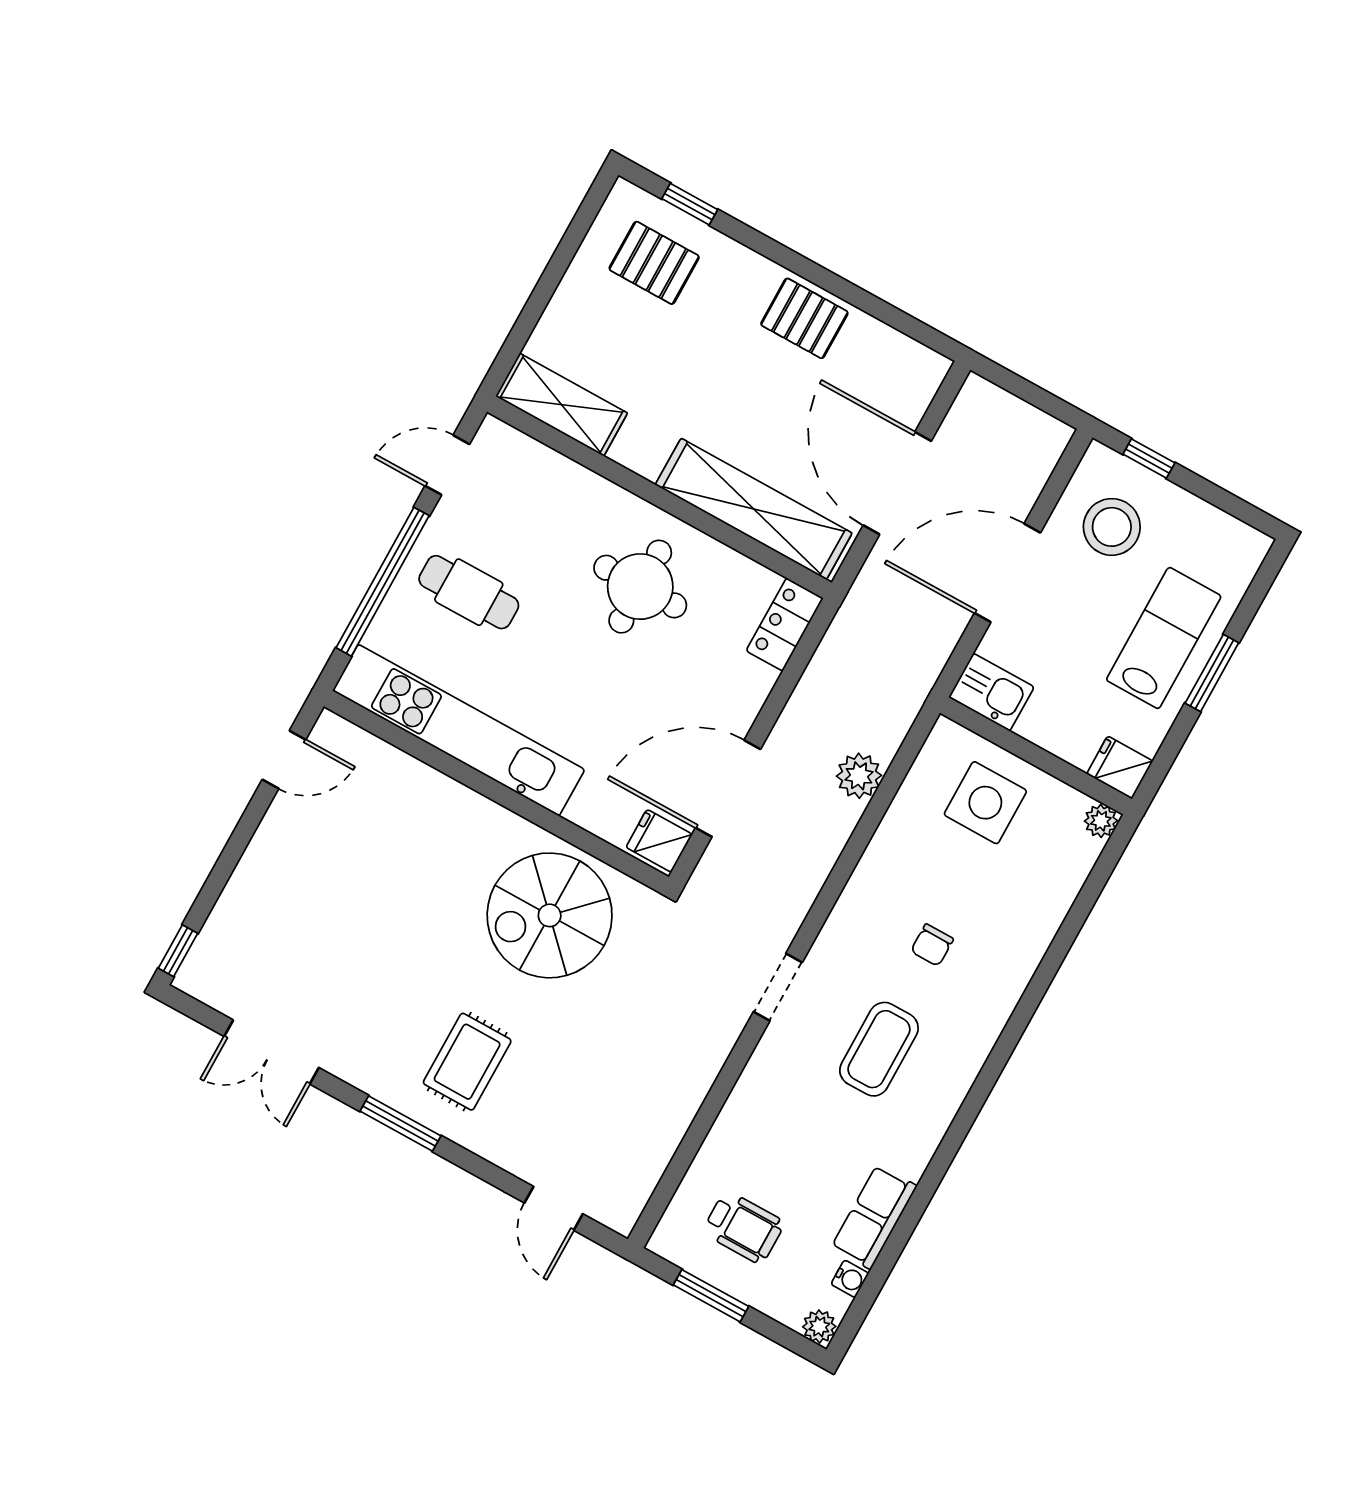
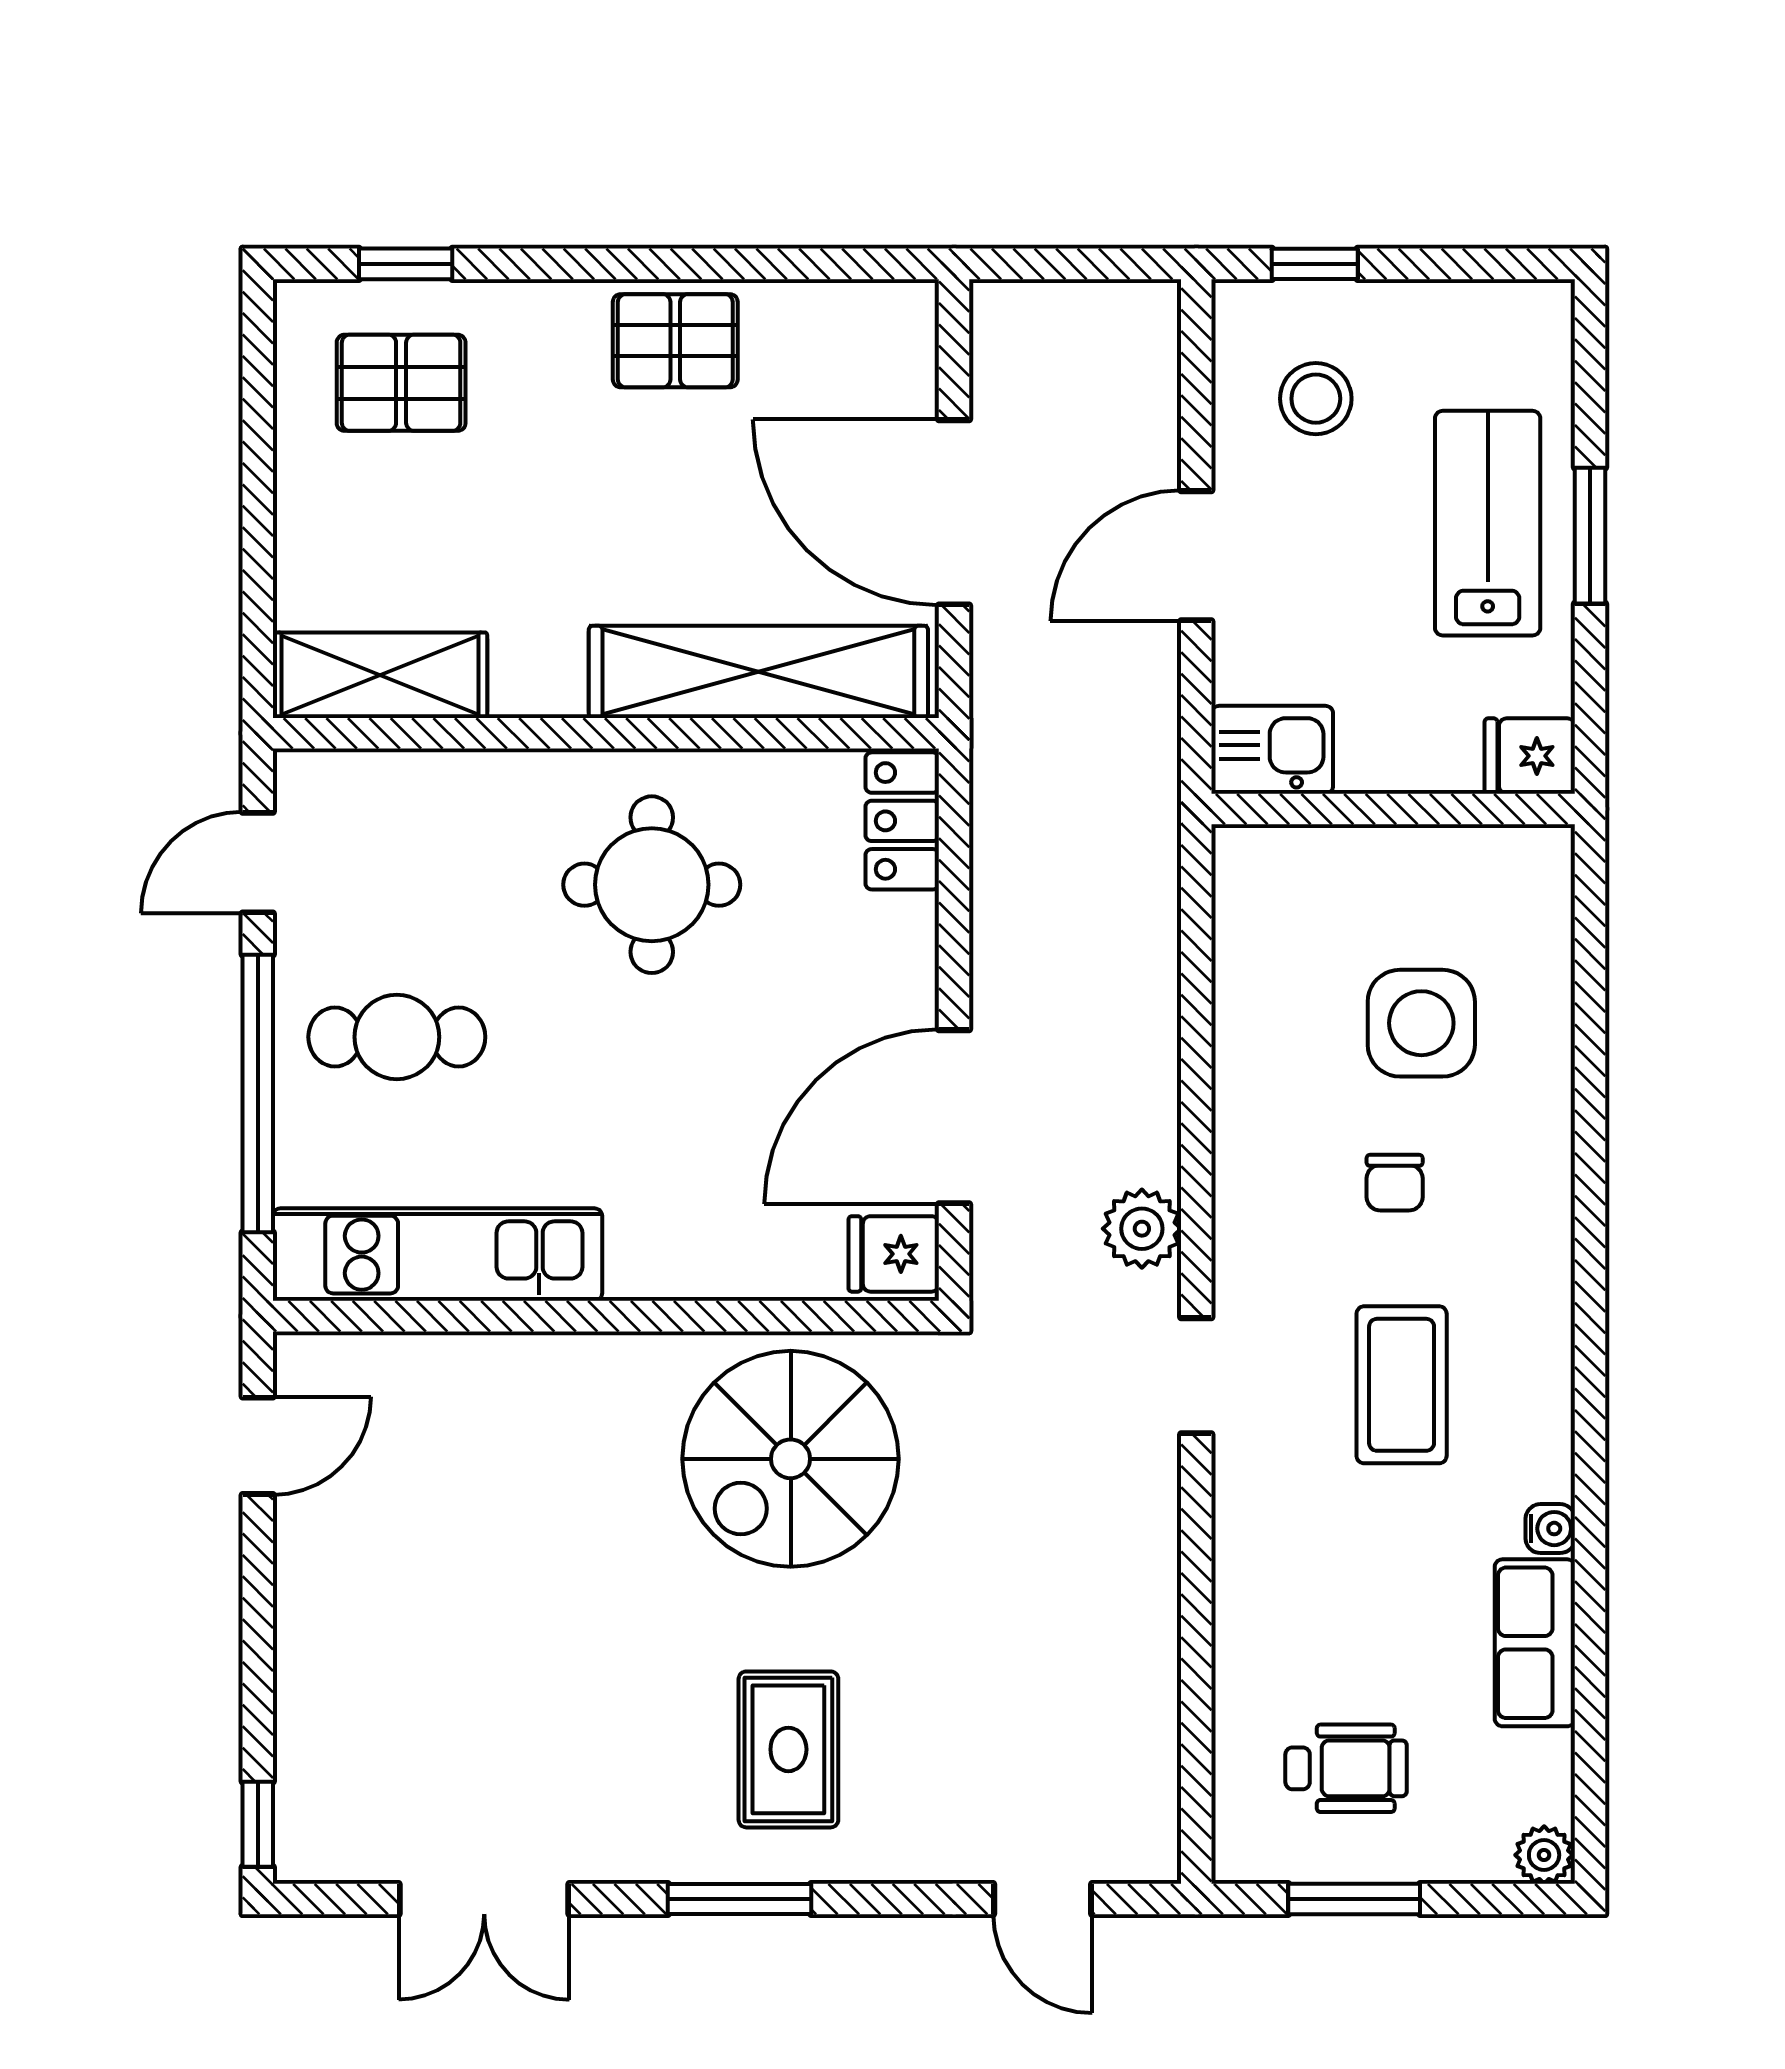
stool: (1112, 527) -> (1316, 399), width x0.73, depth x0.73
door: (1007, 573) -> (1196, 556), width x0.73
kitchen unit: (459, 730) -> (437, 1255), width x0.73
plant: (859, 776) -> (1142, 1229), moved
side table: (985, 803) -> (1421, 1023), moved
plant: (1101, 821) -> (1546, 853), removed
water cooler: (850, 1279) -> (1550, 1529), moved

